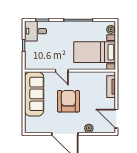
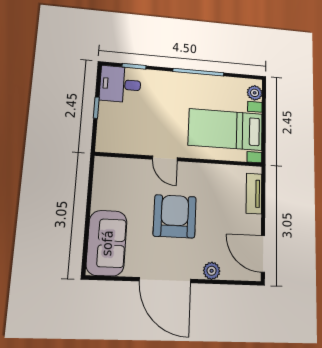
sofa: (34, 94) -> (107, 243), moved, width x0.73

